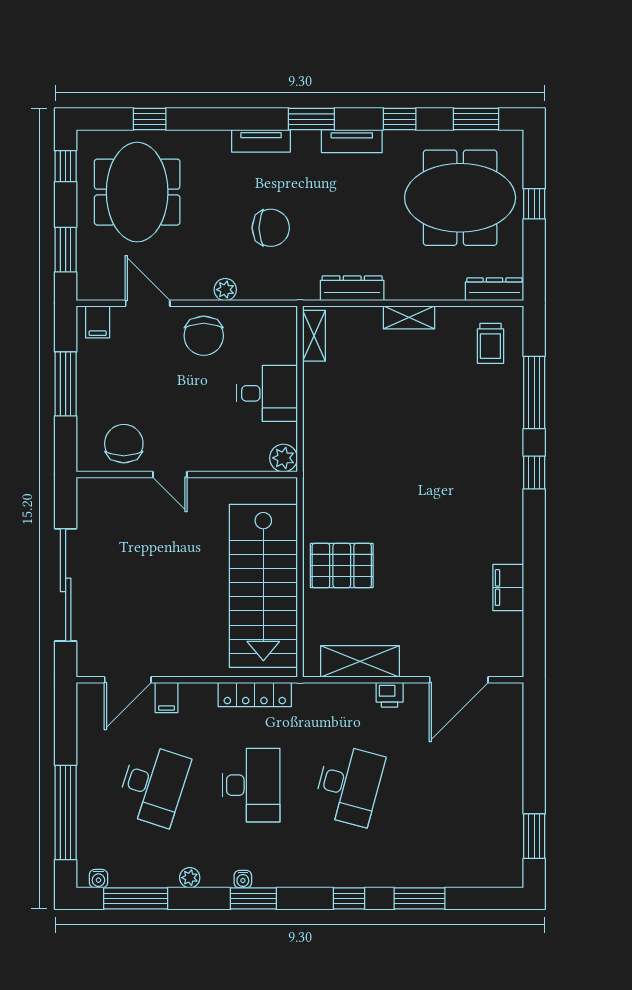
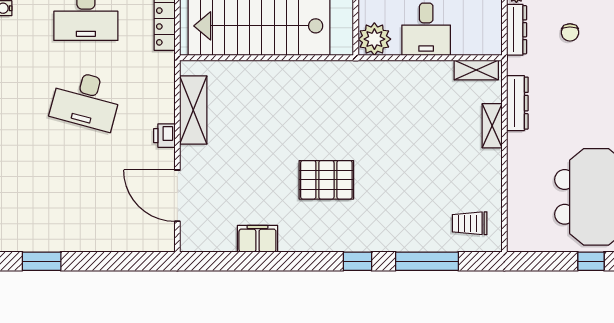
chair: (271, 228) -> (570, 32), width x0.54, depth x0.54
dresser: (494, 289) -> (517, 30), moved
shelving: (409, 317) -> (492, 126), moved
plant: (283, 458) -> (374, 39), width x1.36, depth x1.36
pallet: (342, 566) -> (326, 180), moved, turned 90

